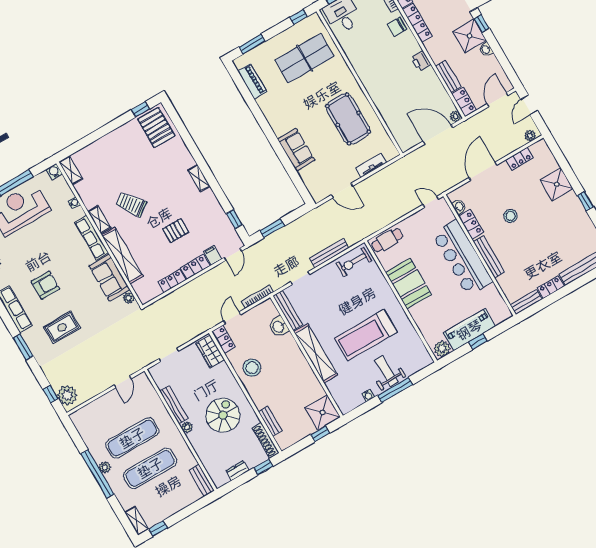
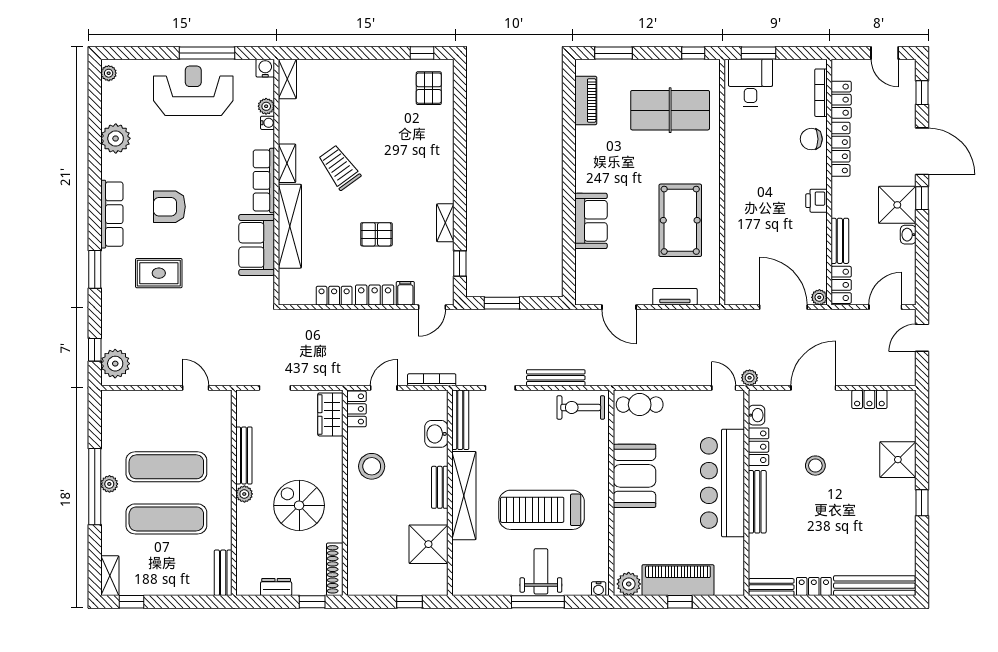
pallet: (156, 128) -> (429, 88), width x0.67, depth x0.71
plant: (530, 136) -> (750, 378), moved
shelving: (199, 178) -> (445, 223), moved
armchair: (45, 285) -> (169, 207), turned 180
plant: (129, 298) -> (266, 106), moved
door: (123, 382) -> (196, 388), swing flipped
water cooler: (368, 396) -> (599, 589), moved
shower: (323, 412) -> (428, 544), moved
spiral stairs: (223, 415) -> (299, 505), turned -90
bench: (270, 421) -> (440, 487), moved

